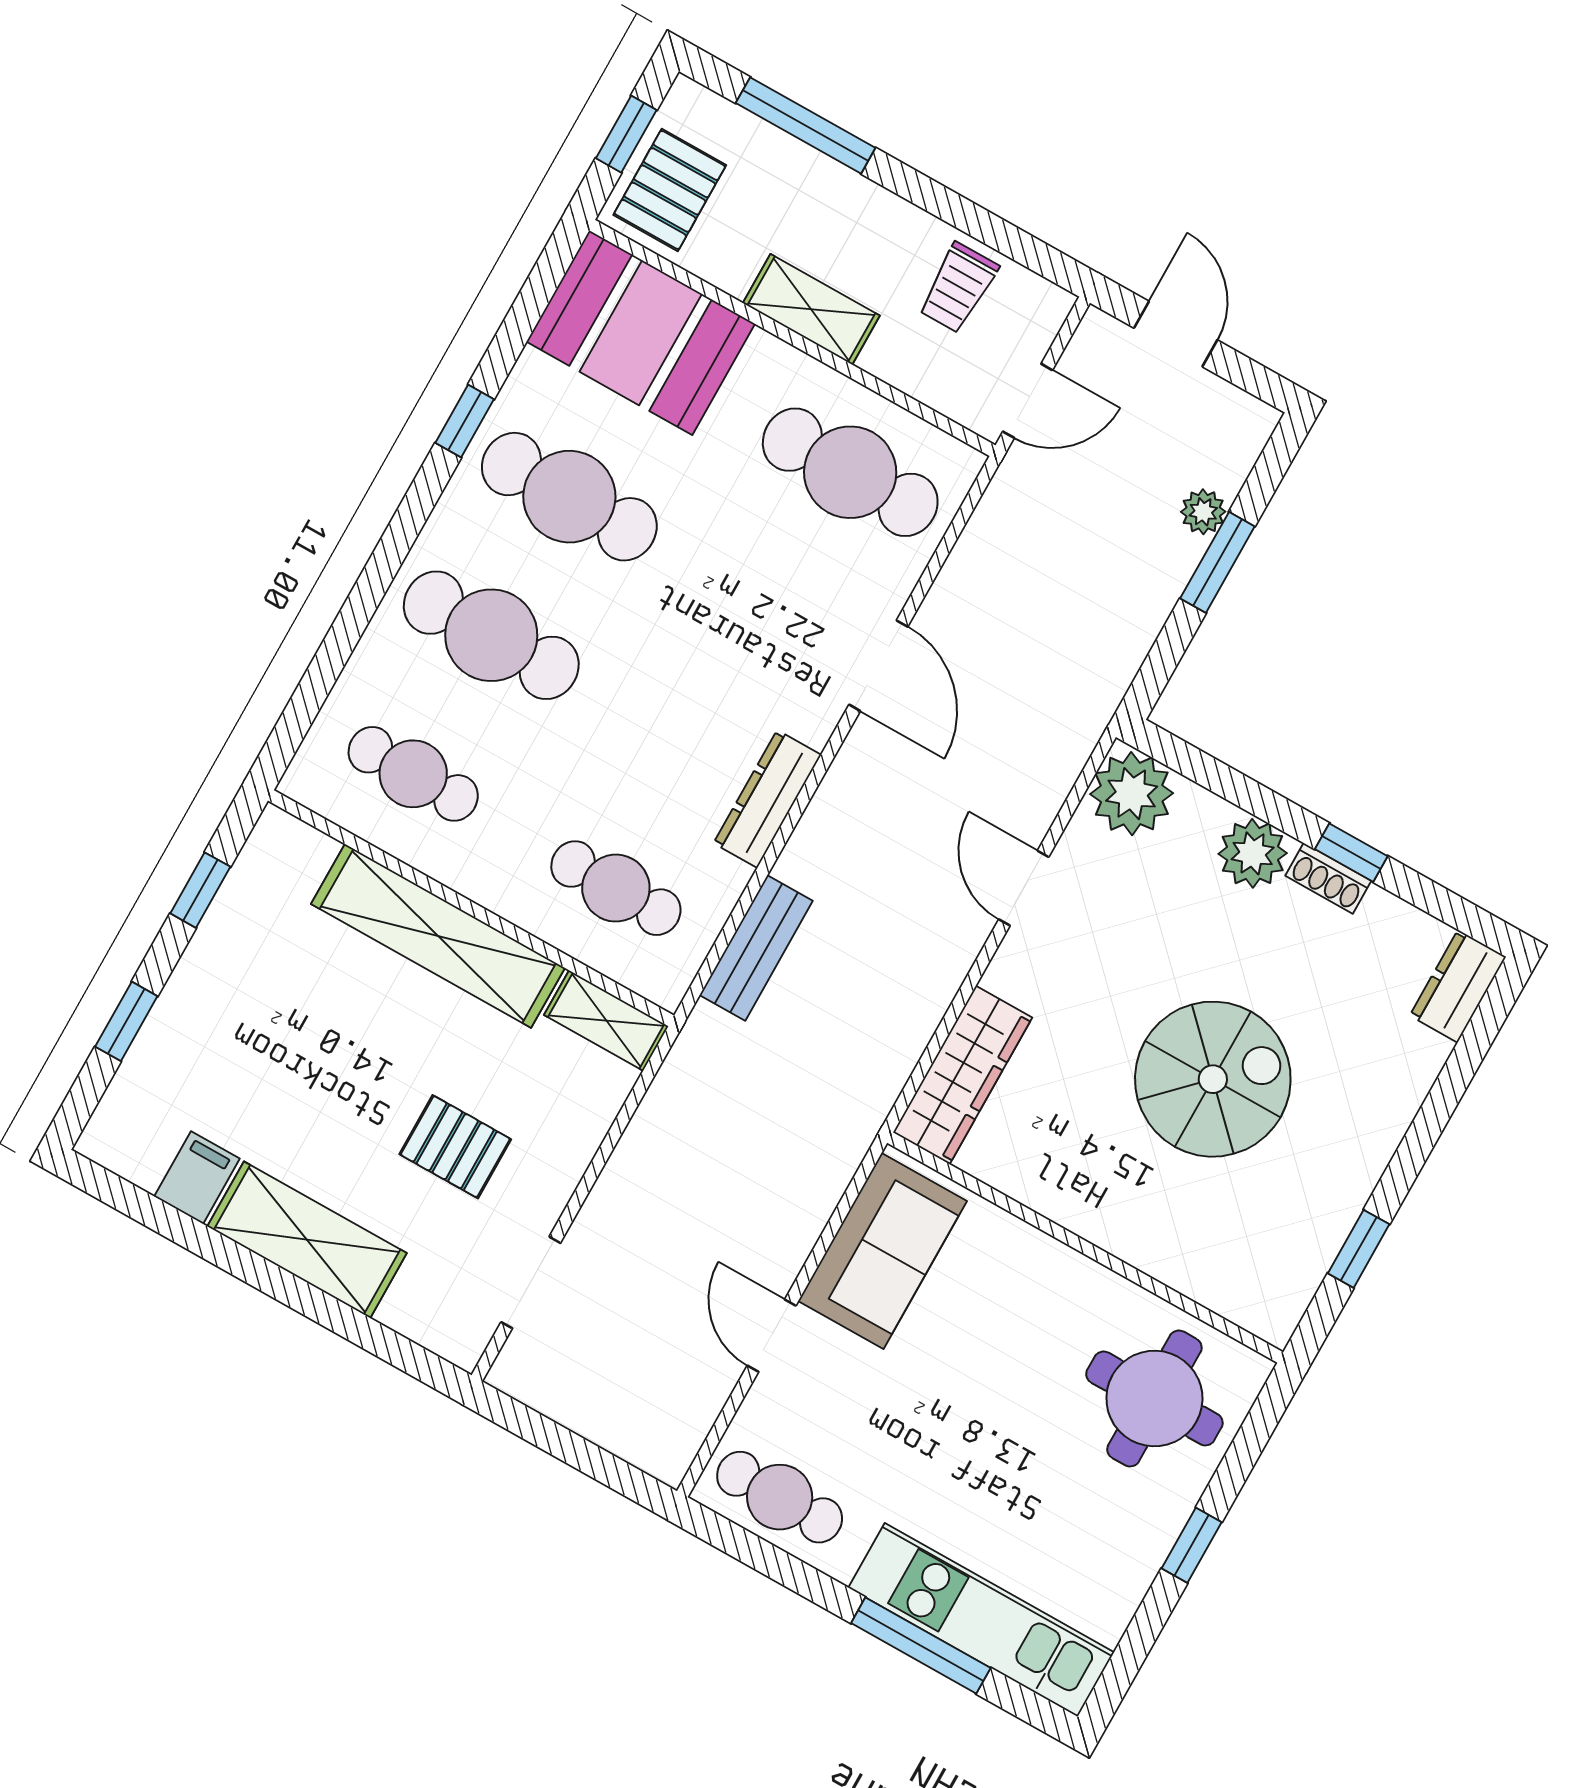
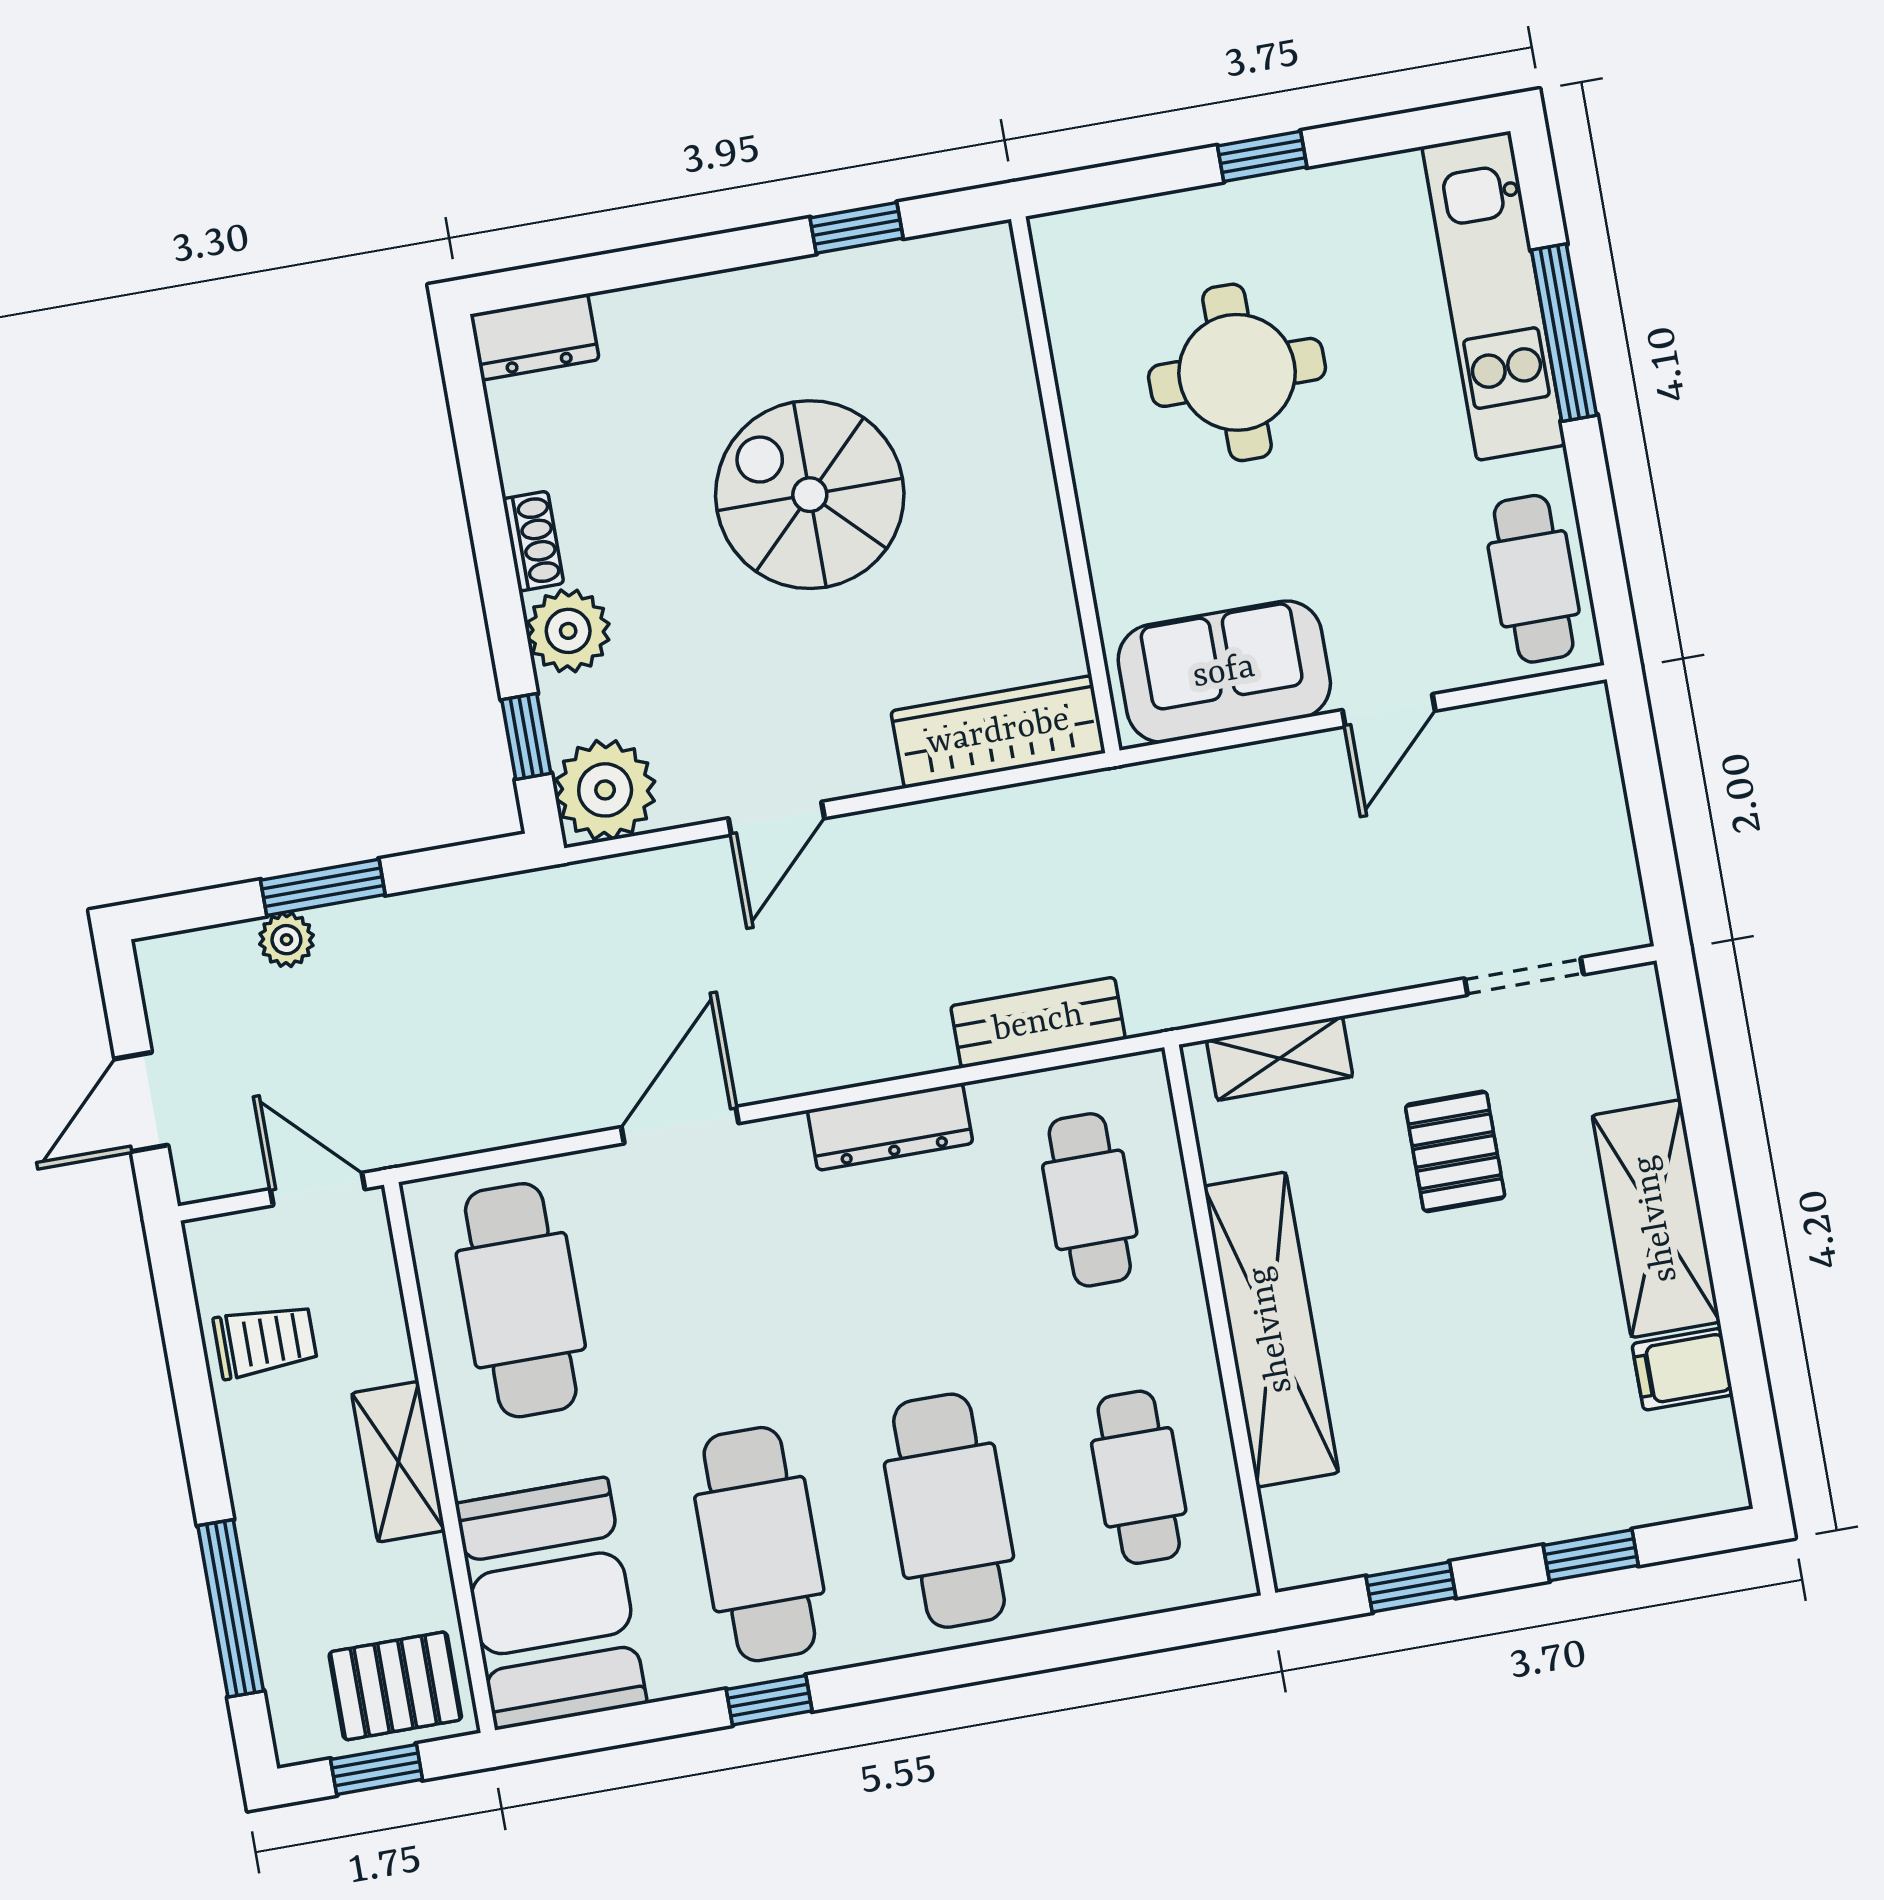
window: (1351, 853) -> (526, 737), moved
shelving: (606, 1021) -> (1280, 1058), moved, turned 90
round table: (1154, 1398) -> (1237, 372), moved

